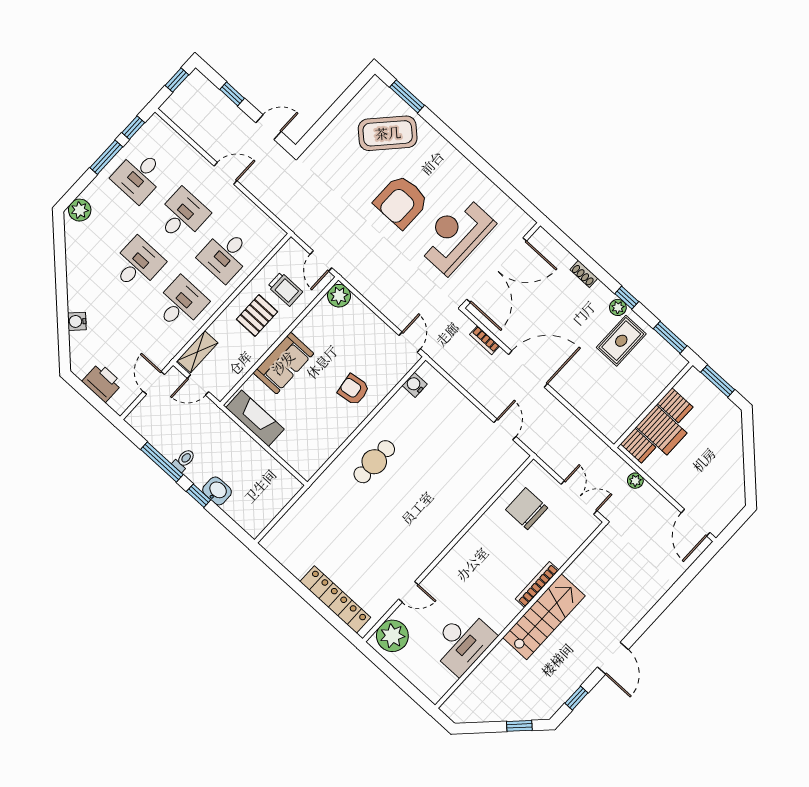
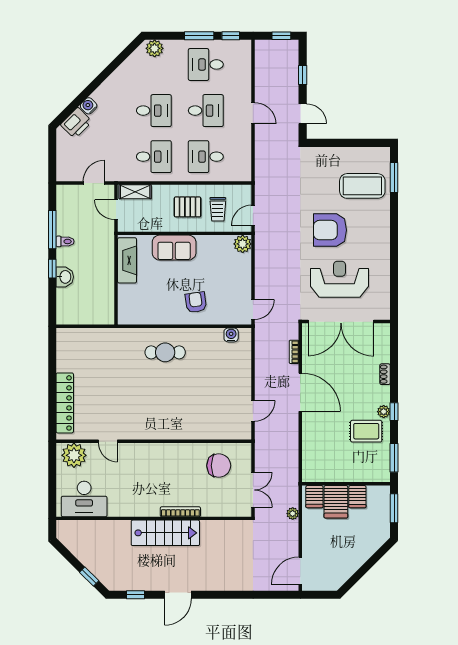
coffee table: (388, 133) -> (362, 186), turned -43
printer: (102, 383) -> (76, 123), moved, turned 45
chair: (527, 509) -> (219, 466), turned 90
desk: (462, 642) -> (84, 499), moved

